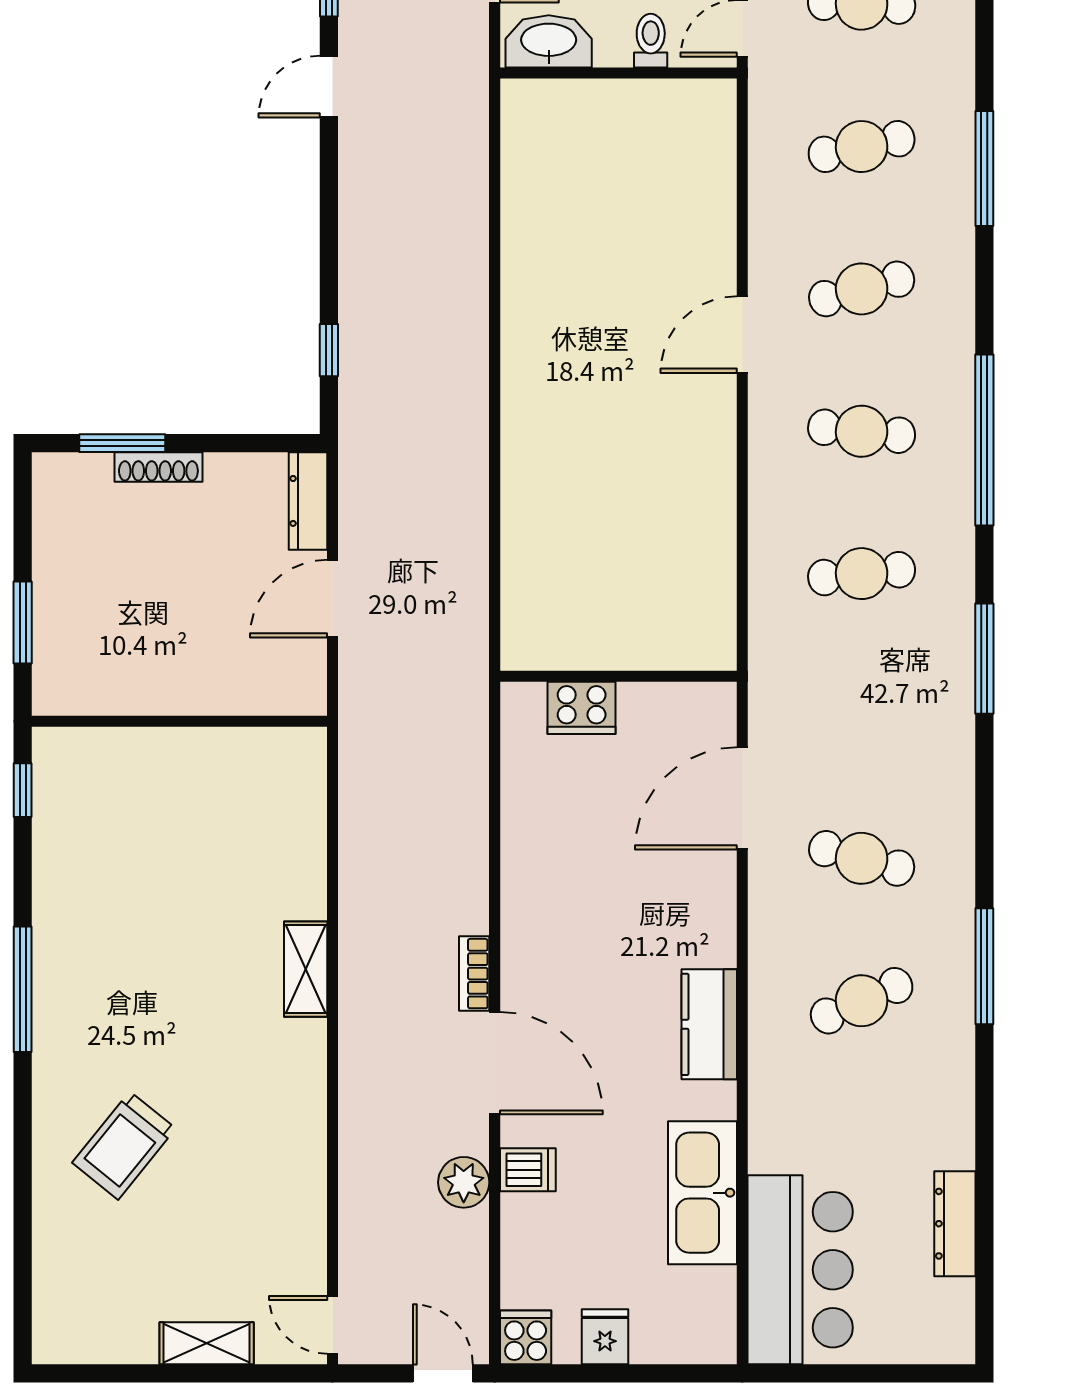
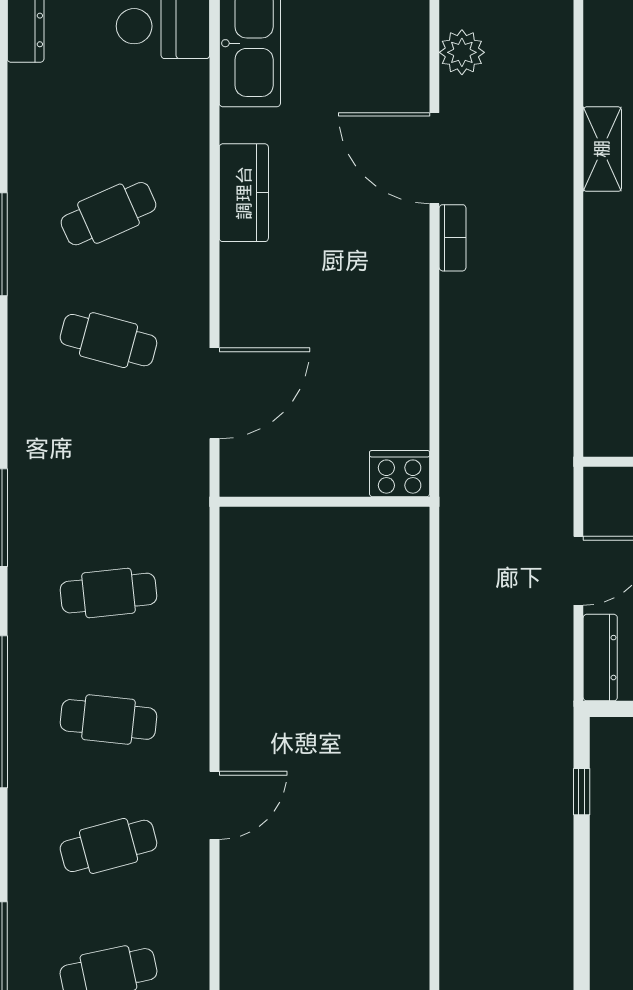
cooker: (582, 708) -> (400, 474), moved
shelving: (306, 969) -> (602, 149), moved
dishwasher: (528, 1170) -> (405, 64), removed

